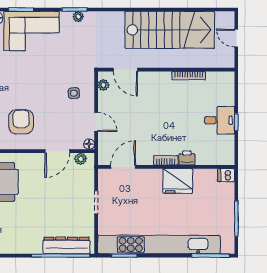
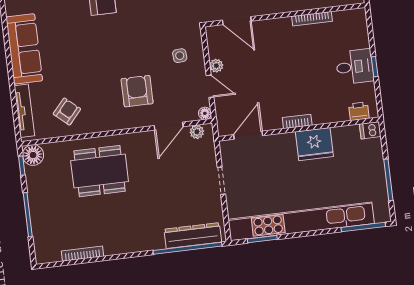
plant: (104, 85) -> (216, 66), moved
armchair: (21, 122) -> (137, 91), moved
printer: (187, 158) -> (359, 111), moved

